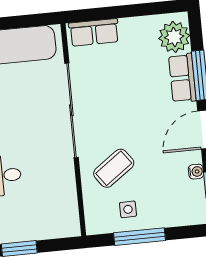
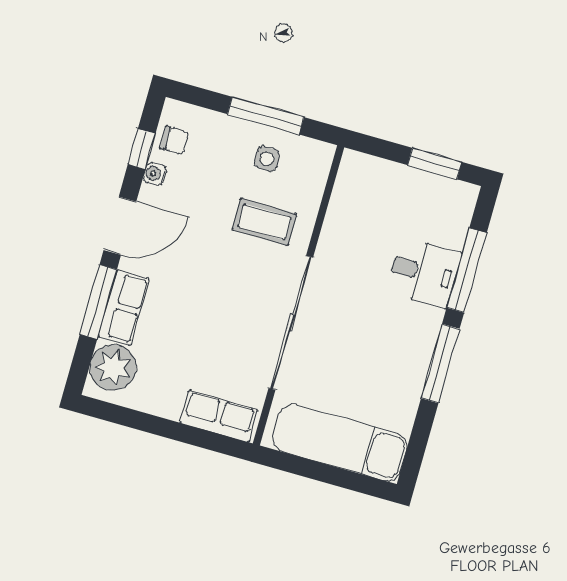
coffee table: (114, 168) -> (264, 222), turned 36
chair: (192, 198) -> (174, 140), added

